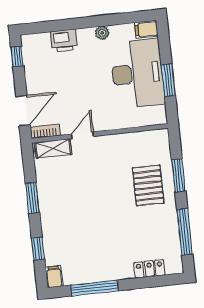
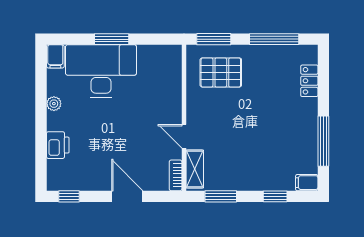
bookcase: (45, 131) -> (176, 175), moved
wall: (100, 133) -> (184, 118), moved
door: (82, 135) -> (184, 136), moved
shelving: (53, 149) -> (195, 169), moved

